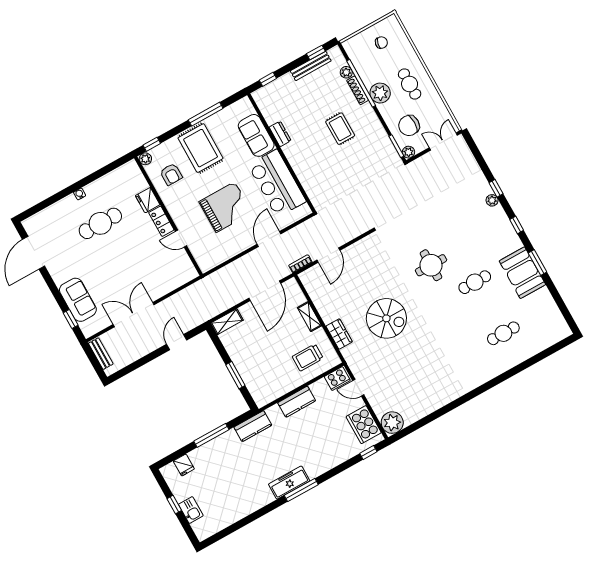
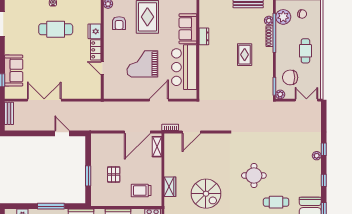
plant: (380, 93) -> (283, 17), moved
grand piano: (226, 207) -> (142, 64), turned 180
shelving: (309, 317) -> (157, 147), moved
shelving: (227, 322) -> (102, 138), removed
door: (177, 342) -> (62, 133), hinge flipped
pallet: (265, 357) -> (114, 174), added

